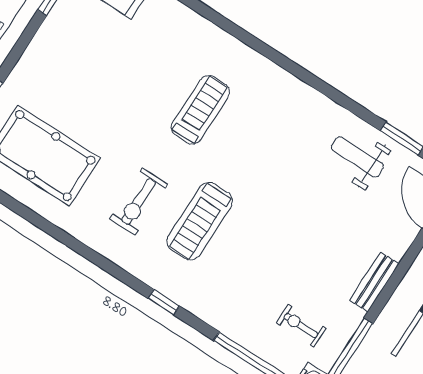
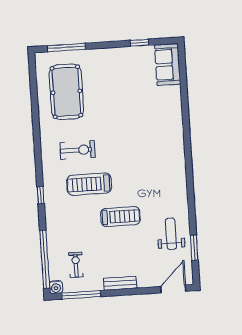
treadmill: (200, 110) -> (120, 217), moved
exercise bike: (139, 202) -> (78, 150), turned 180

